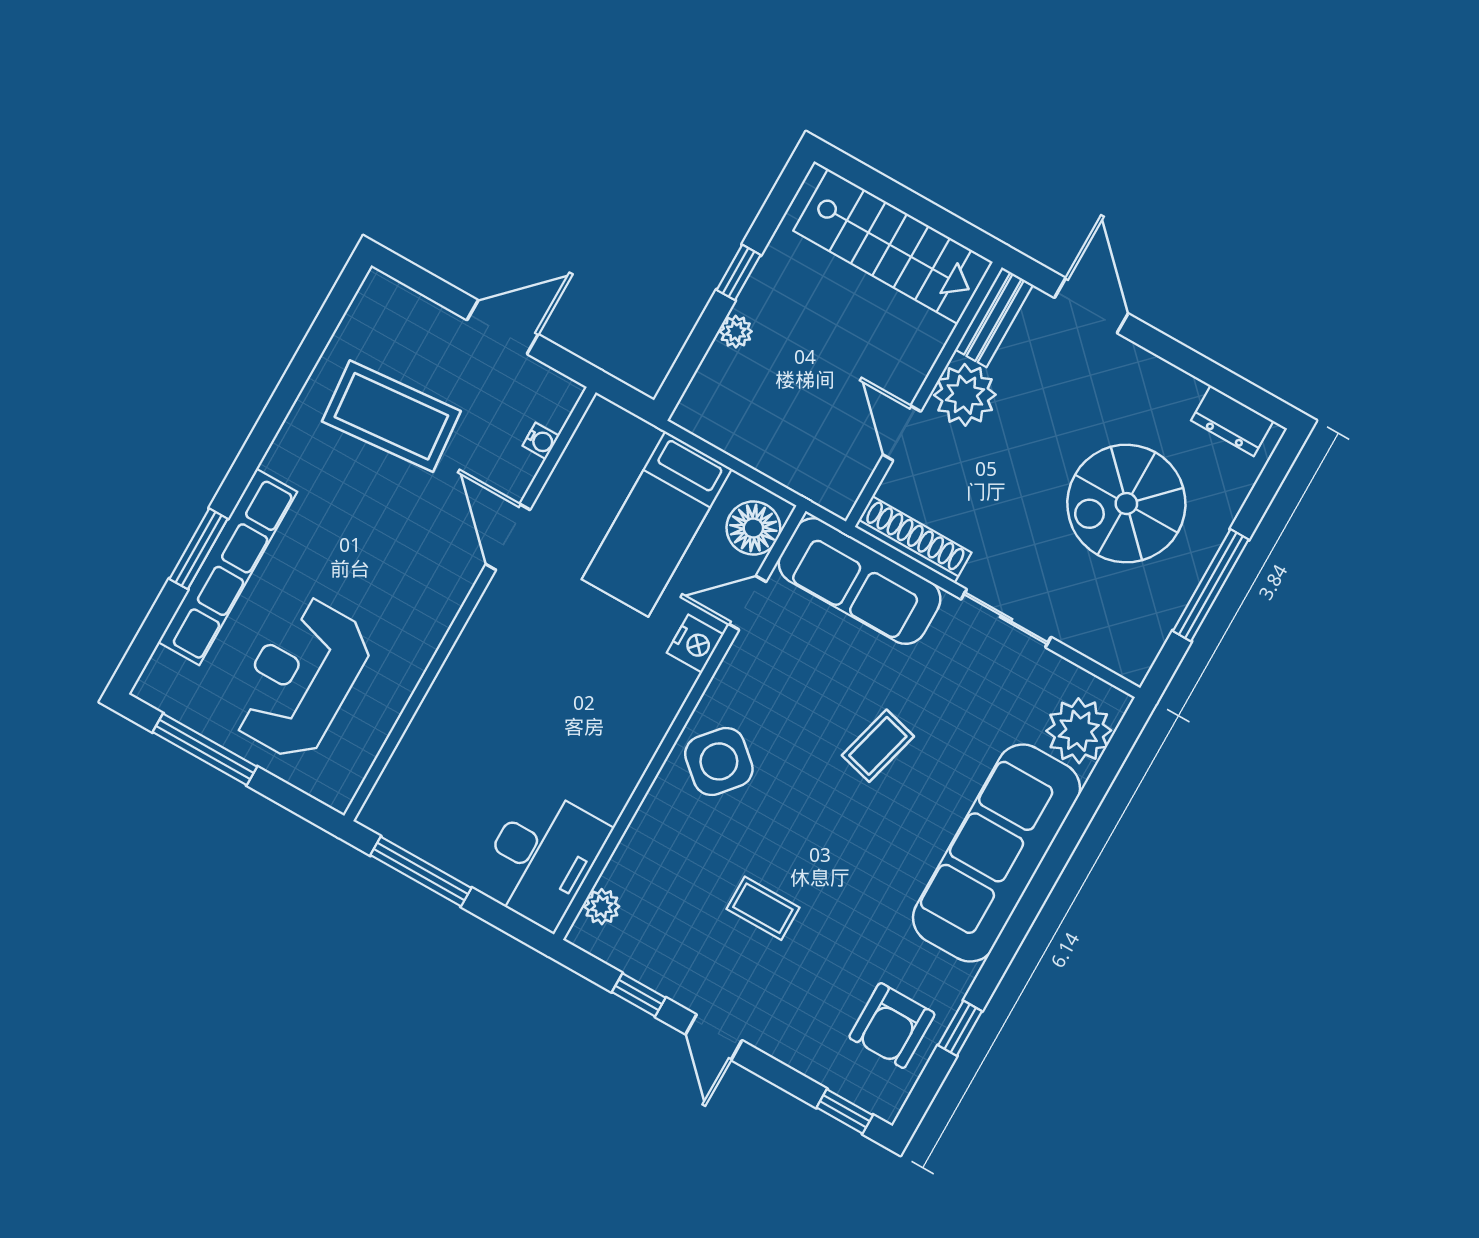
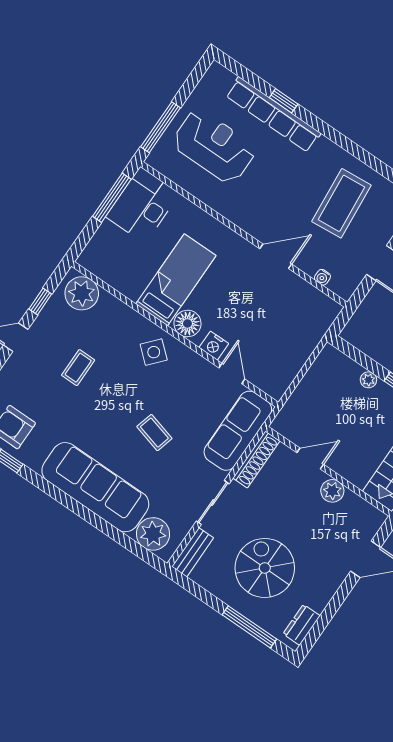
bench: (994, 317) -> (193, 552), moved, turned 90
plant: (965, 395) -> (332, 491), width x0.73, depth x0.73
bed: (657, 524) -> (176, 280), moved, turned 90
floor lamp: (753, 528) -> (187, 323), moved
window: (199, 549) -> (284, 101), width x0.67
window: (1211, 585) -> (249, 627), moved
window: (205, 749) -> (160, 127), moved
side table: (719, 761) -> (154, 352), width x0.73, depth x0.73
desk: (542, 858) -> (143, 205), moved, turned 90
plant: (602, 907) -> (82, 293), width x1.87, depth x1.87

